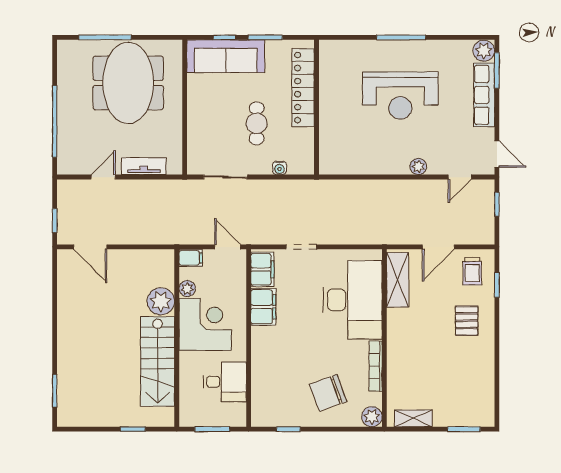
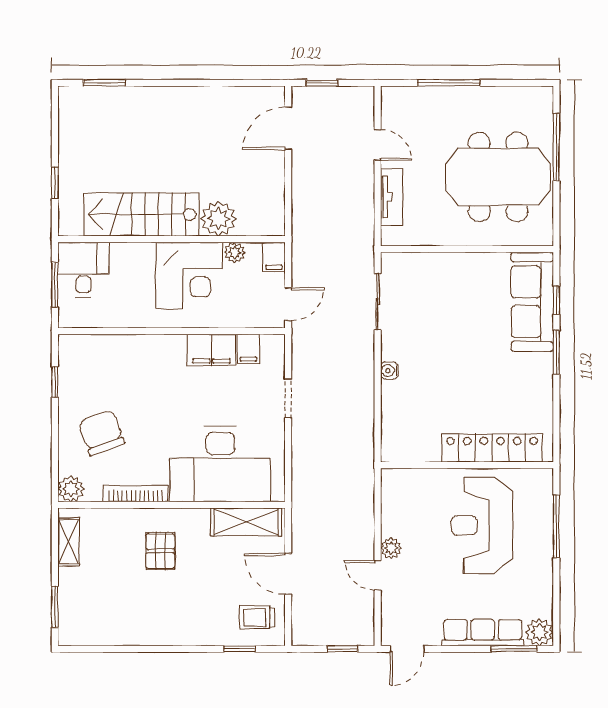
locker: (303, 88) -> (492, 448), moved
wall: (316, 107) -> (467, 465), moved
window: (55, 121) -> (449, 83), width x0.68
cafe table: (257, 123) -> (446, 341), removed
door: (460, 177) -> (378, 575), moved
filing cabinet: (262, 269) -> (248, 349), width x0.50
pallet: (467, 321) -> (160, 551), moved, turned 90
desk: (225, 382) -> (83, 270), moved, turned 180

